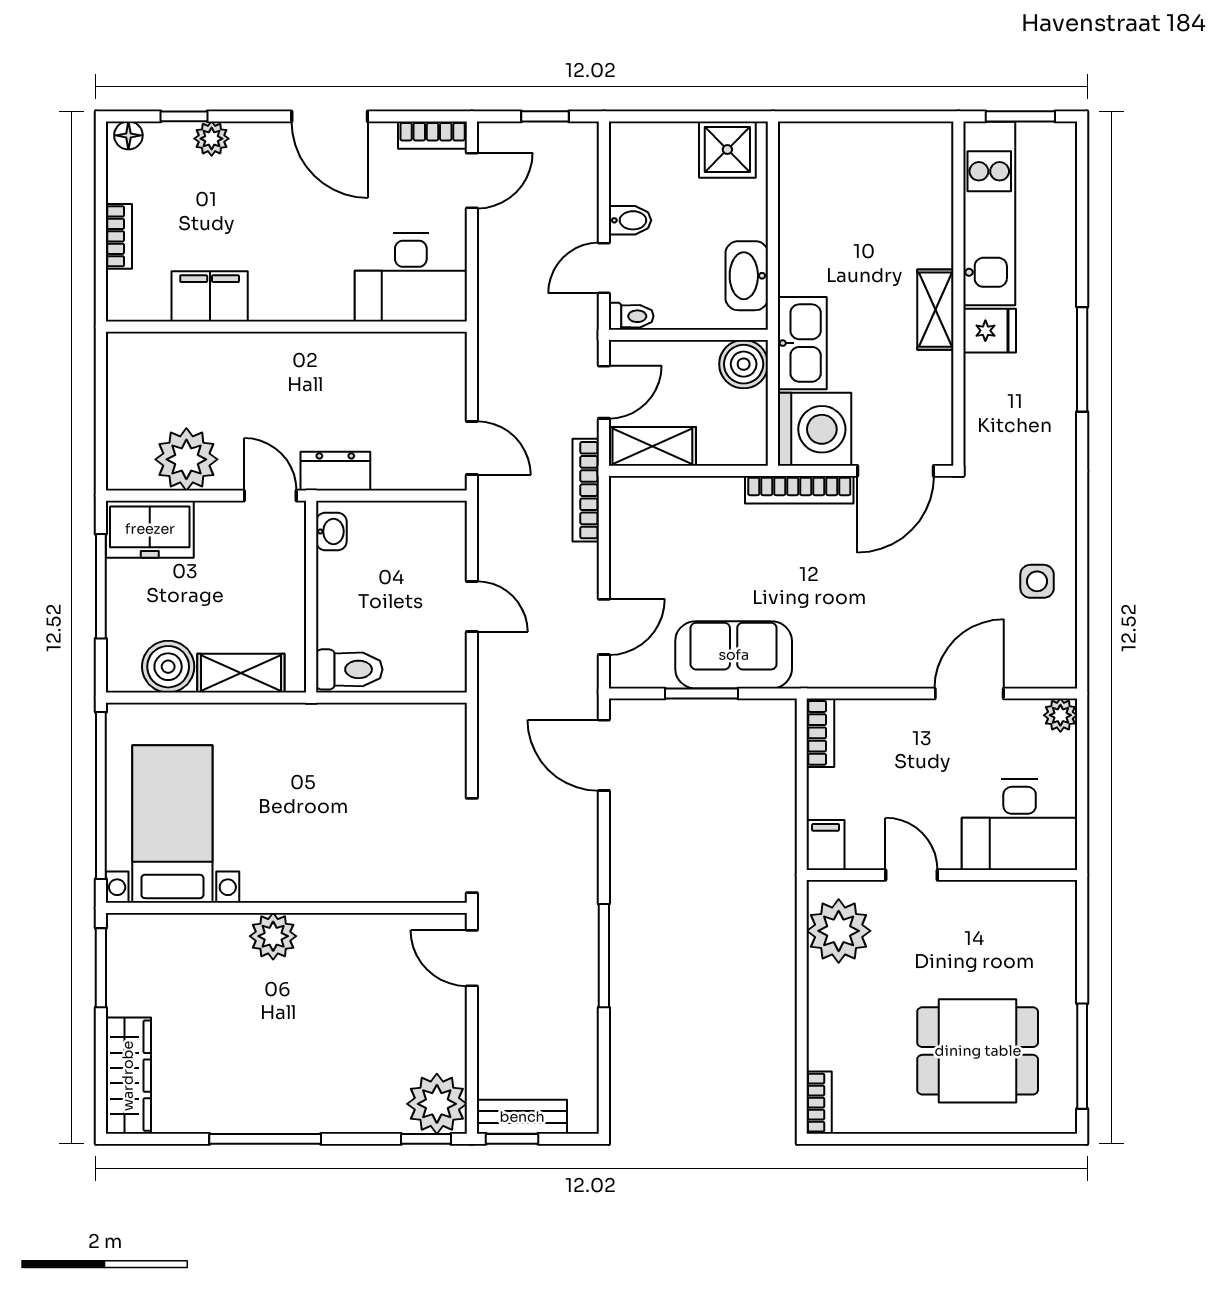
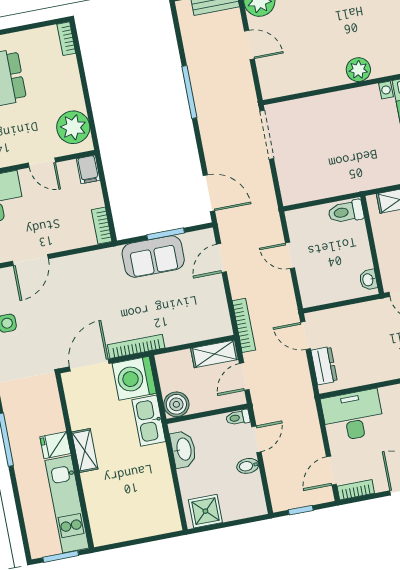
dresser: (335, 471) -> (324, 366), moved, turned -90
door: (472, 958) -> (249, 45), moved

